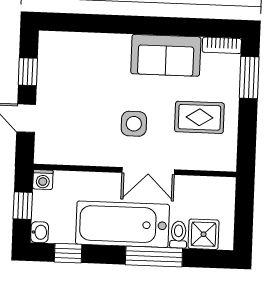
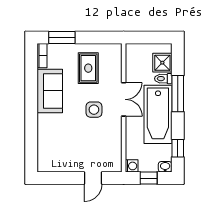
window: (28, 72) -> (63, 178), removed

